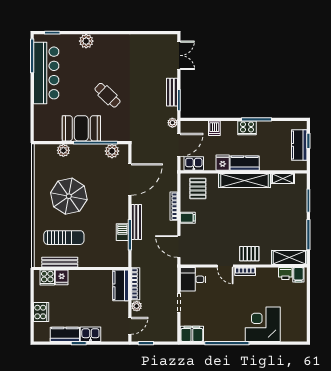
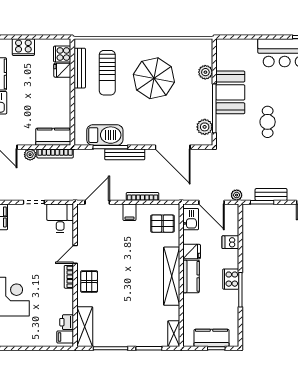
cafe table: (107, 95) -> (268, 122), turned -43
shelving: (283, 179) -> (174, 334), moved
barbecue: (122, 232) -> (105, 135), width x1.88, depth x1.53

